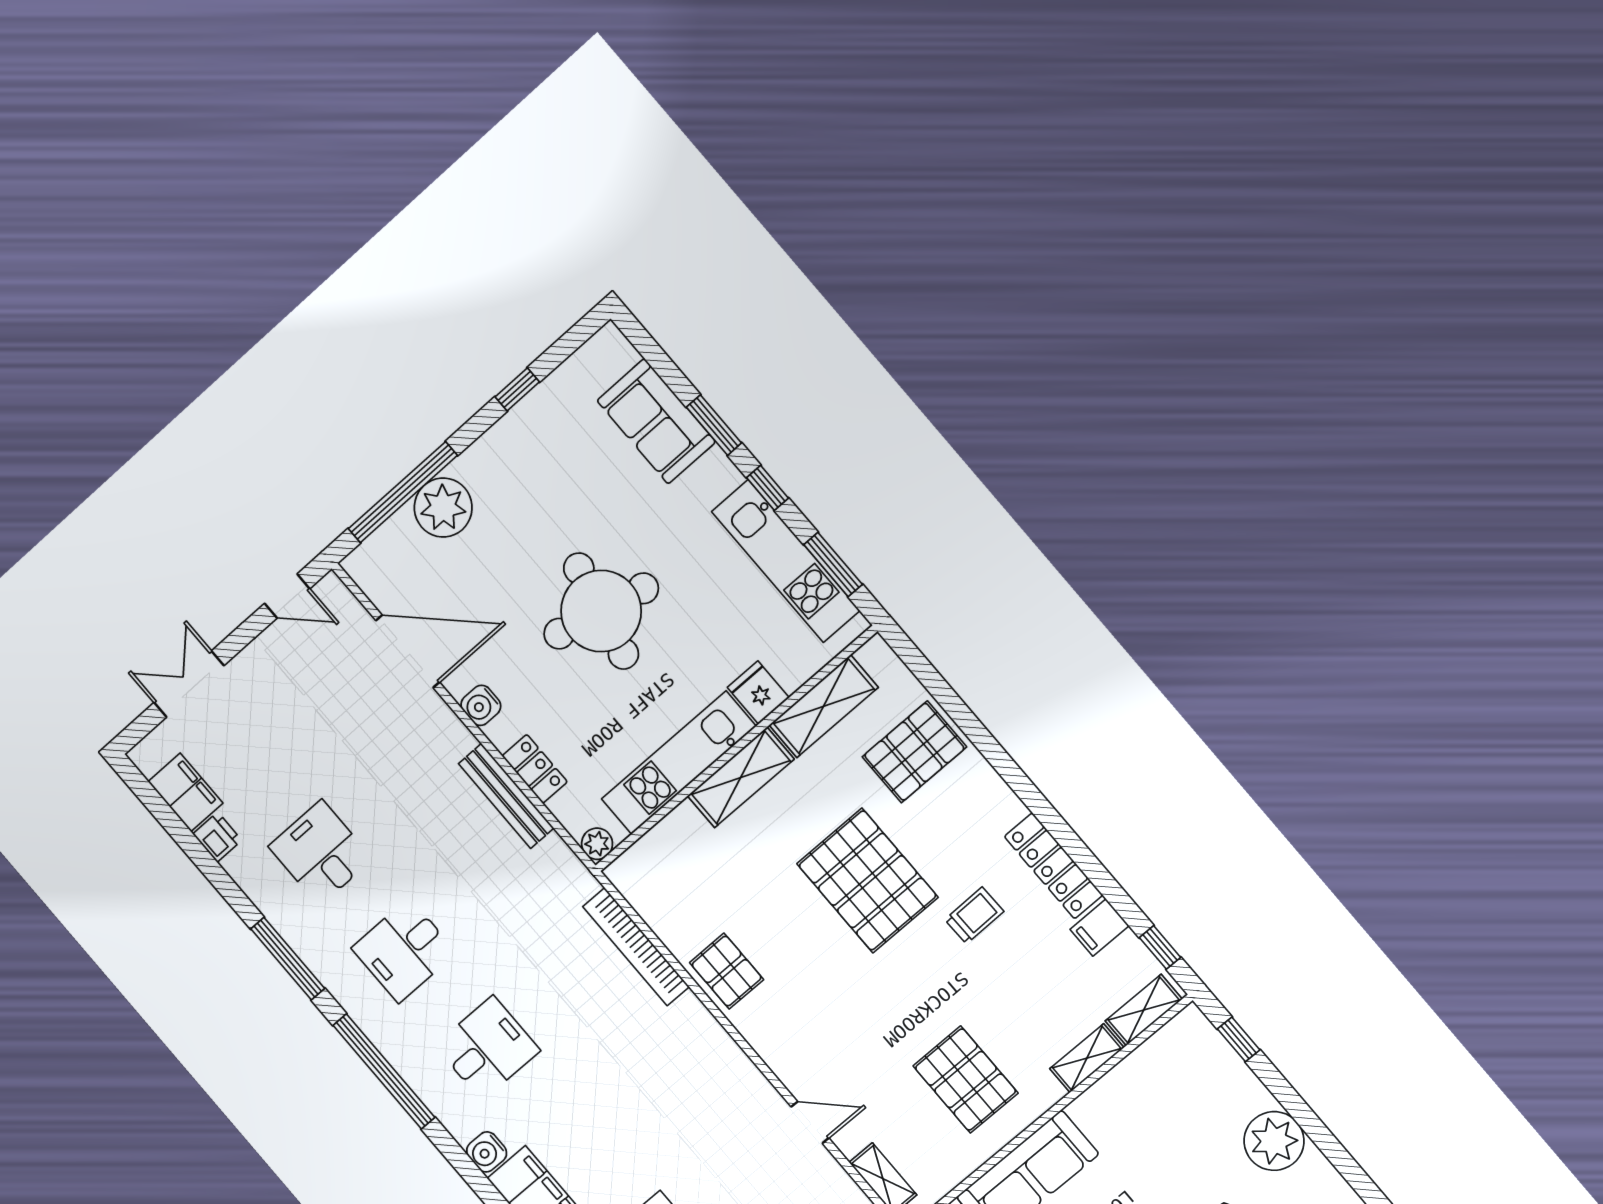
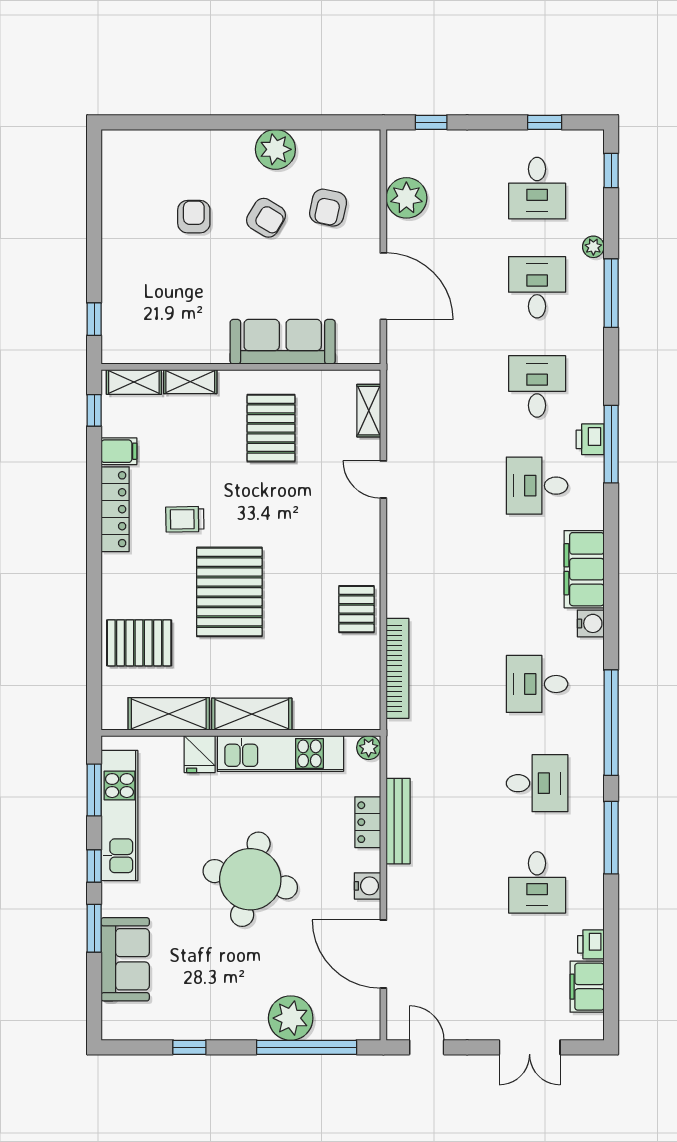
plant: (1274, 1141) -> (123, 243), removed

